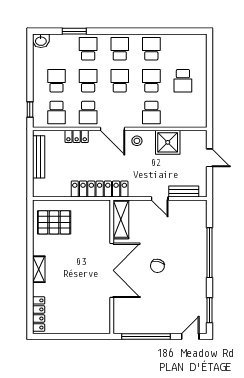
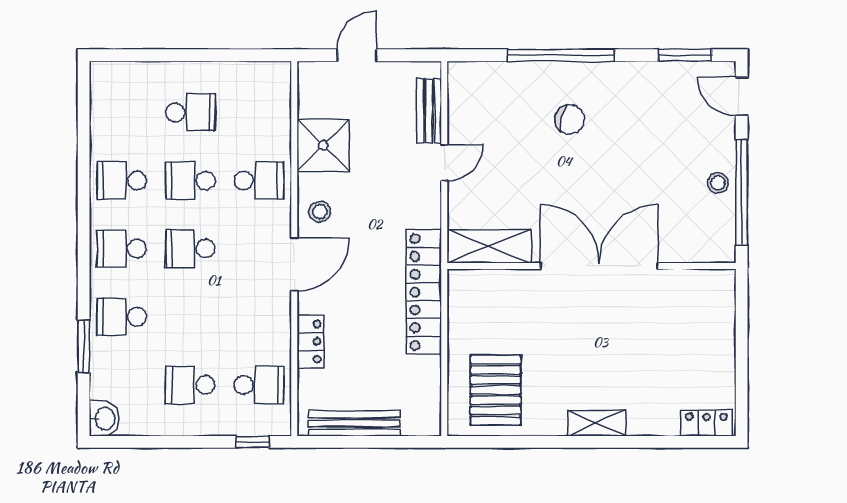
school desk: (88, 81) -> (190, 317), removed
school desk: (88, 113) -> (259, 317), removed
chair: (157, 266) -> (570, 120), moved
locker: (39, 314) -> (707, 423), width x0.66
stool: (150, 325) -> (718, 183), added

